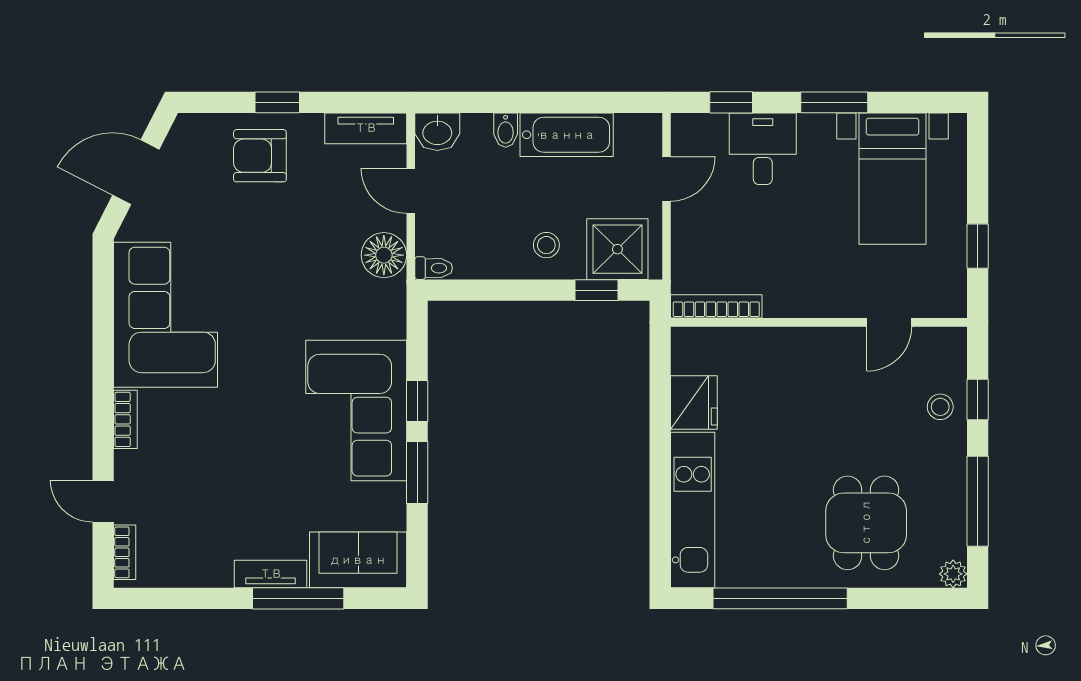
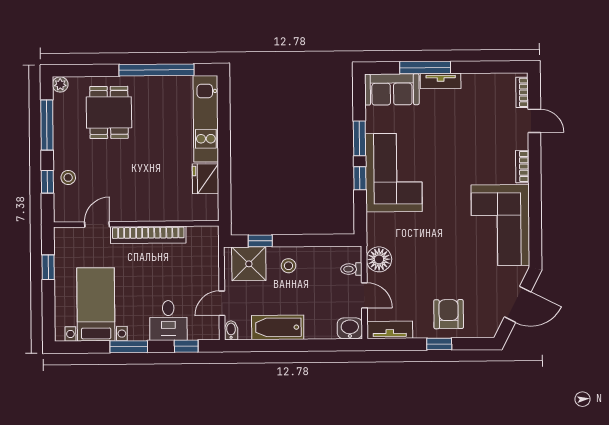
bidet: (506, 130) -> (231, 330), moved
armchair: (260, 156) -> (449, 314), turned -90
toilet: (434, 268) -> (351, 269), moved
bookcase: (716, 306) -> (148, 235), moved, width x1.48, depth x1.31

